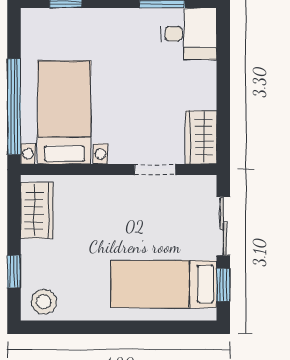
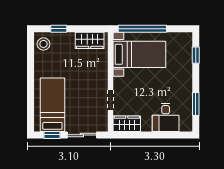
desk: (189, 34) -> (166, 117), moved

